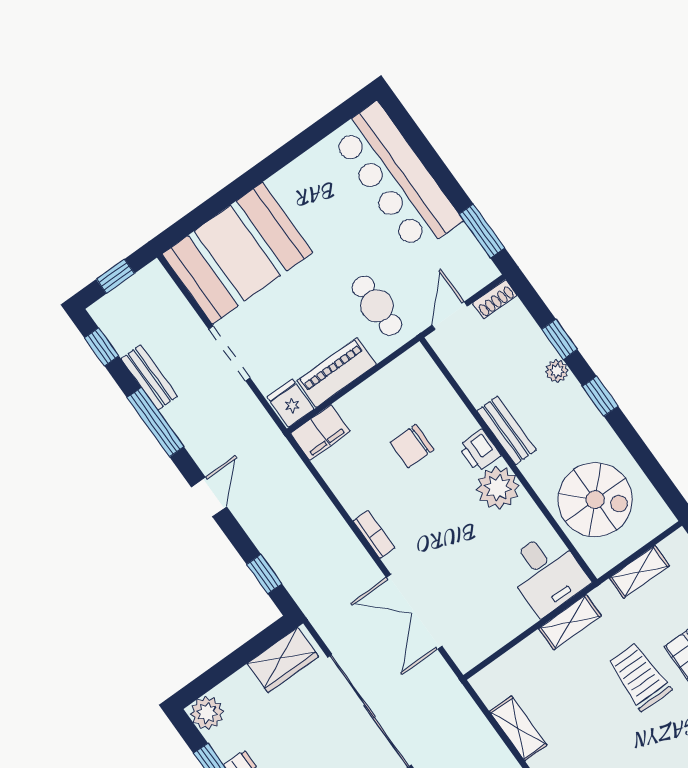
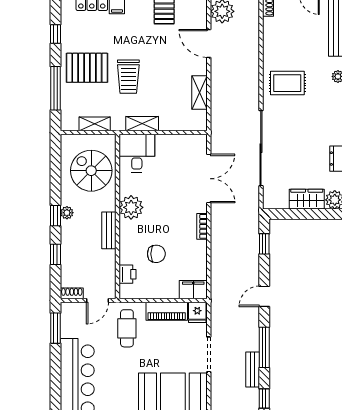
plant: (557, 371) -> (67, 213), moved
printer: (479, 451) -> (128, 274), moved
wardrobe: (283, 660) -> (307, 199), moved

